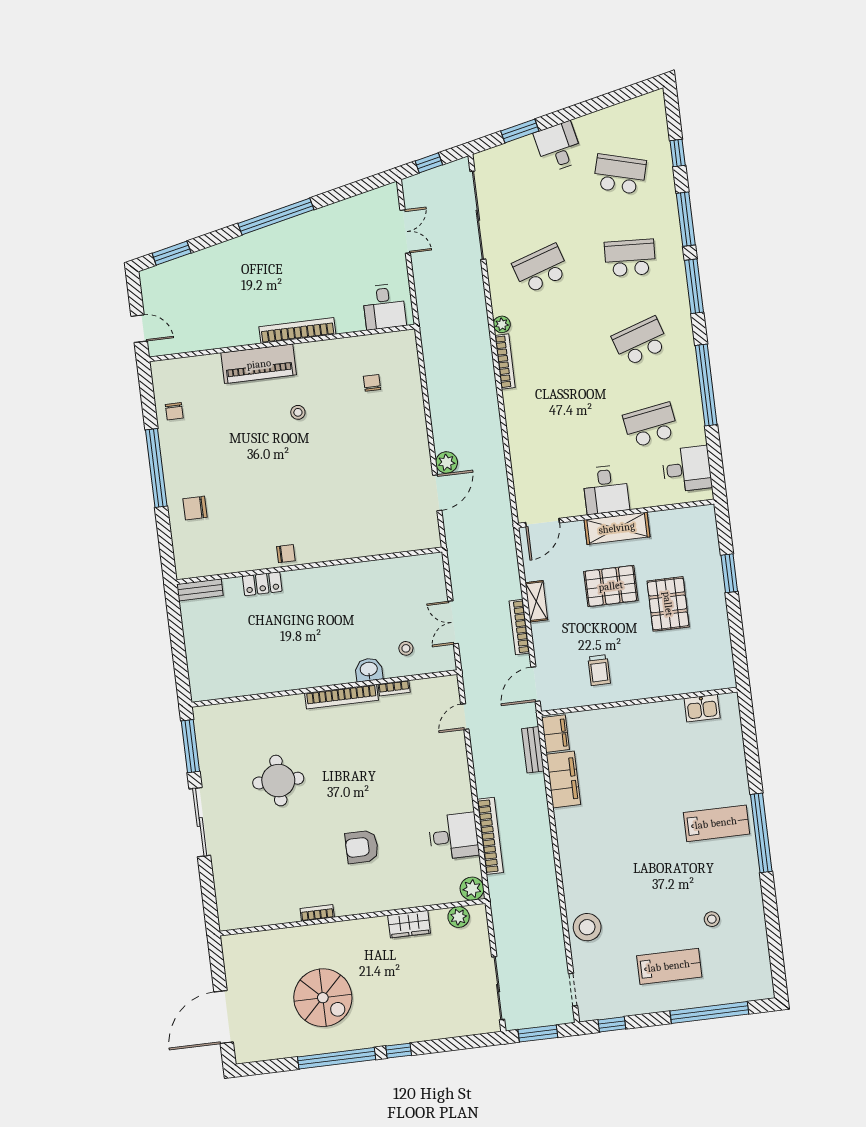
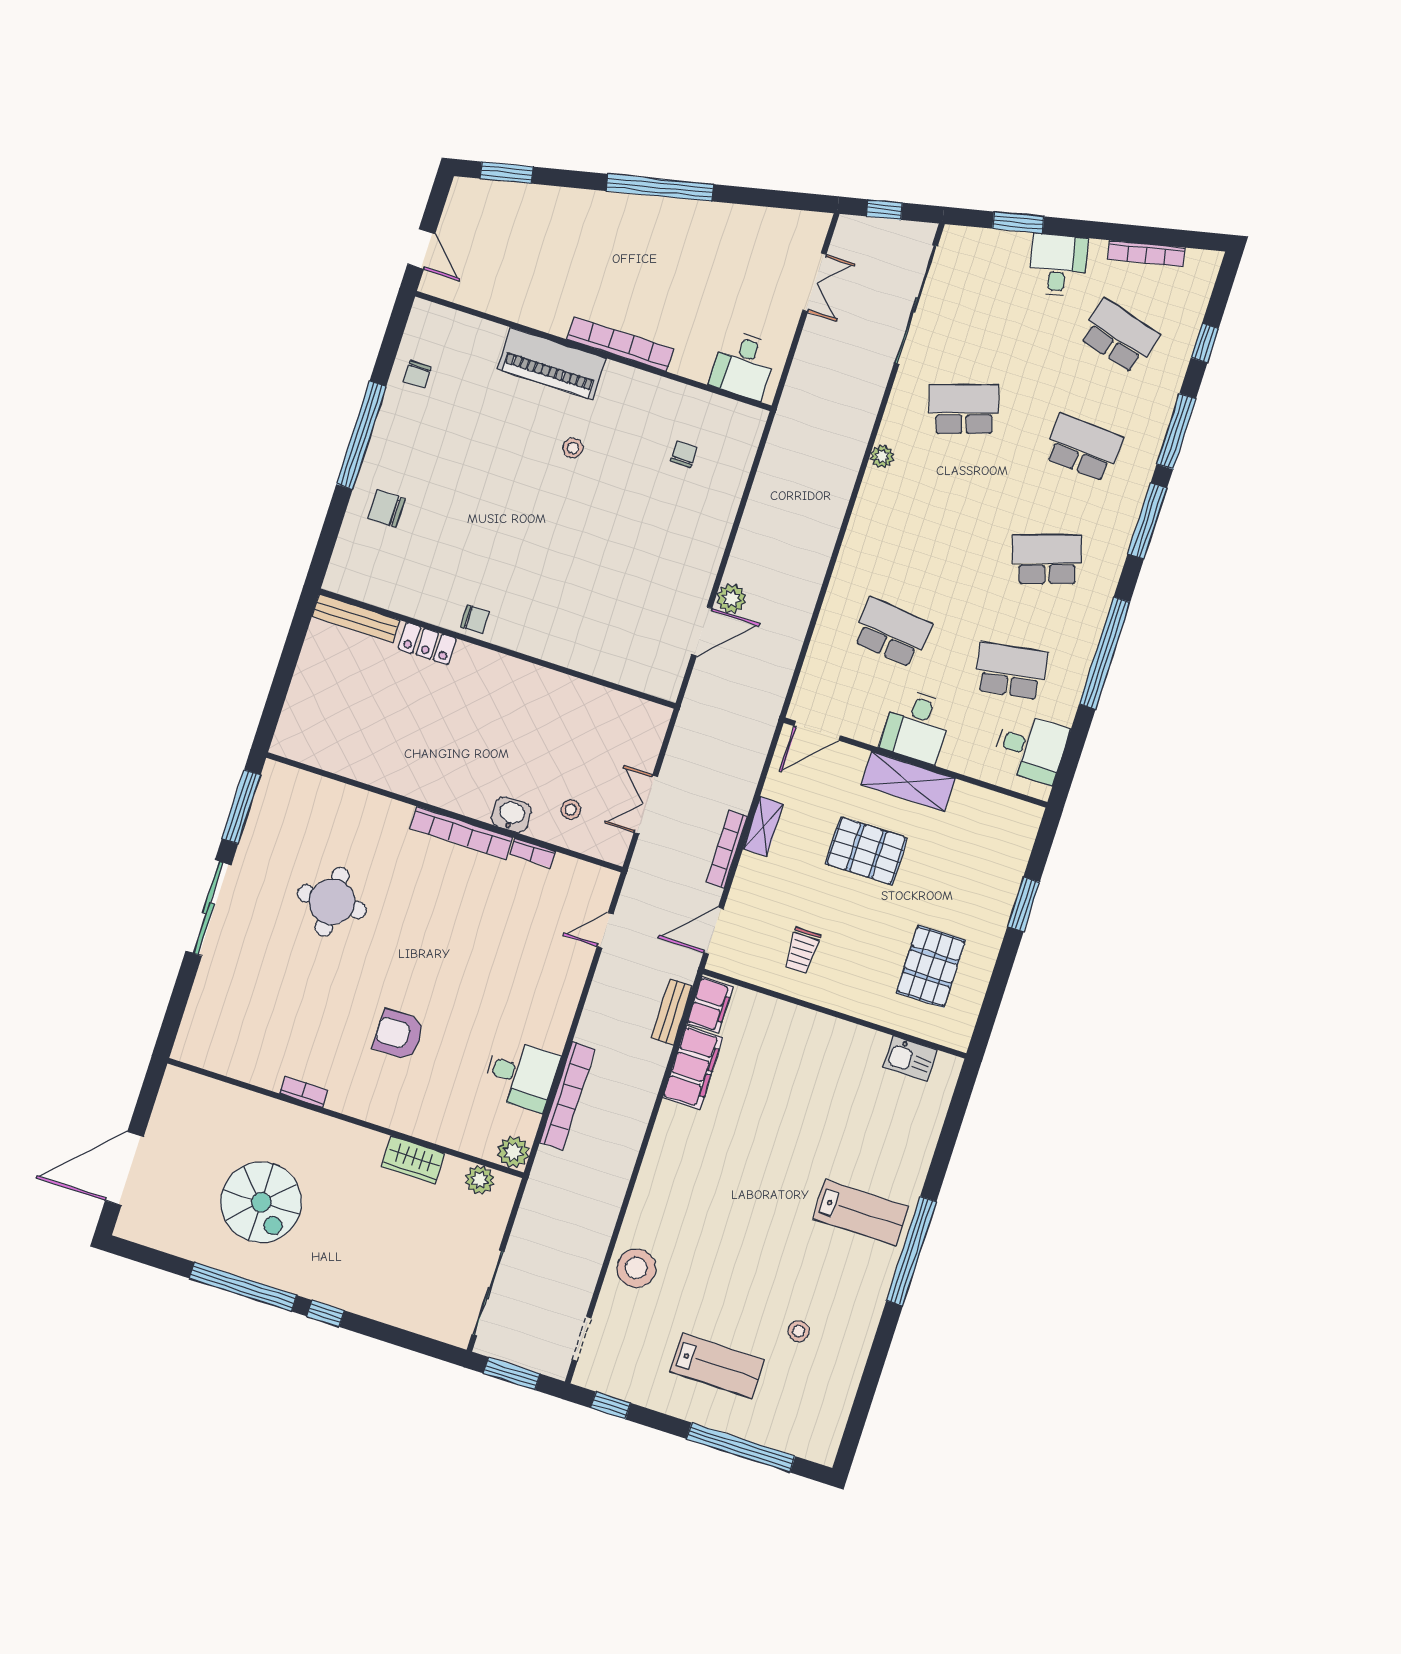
bookcase: (505, 362) -> (1146, 253), moved, turned 78
school desk: (561, 436) -> (892, 632), added
bench: (200, 590) -> (356, 618), width x1.36
pallet: (668, 604) -> (931, 966), moved

